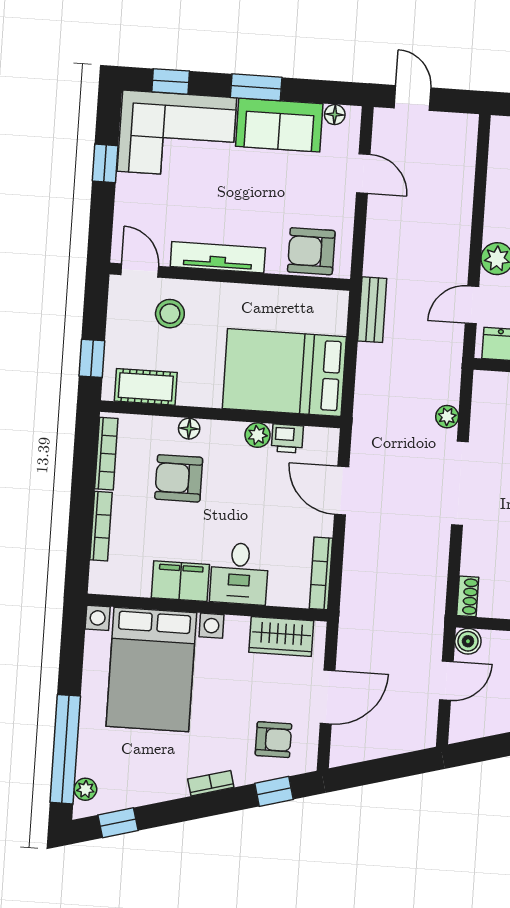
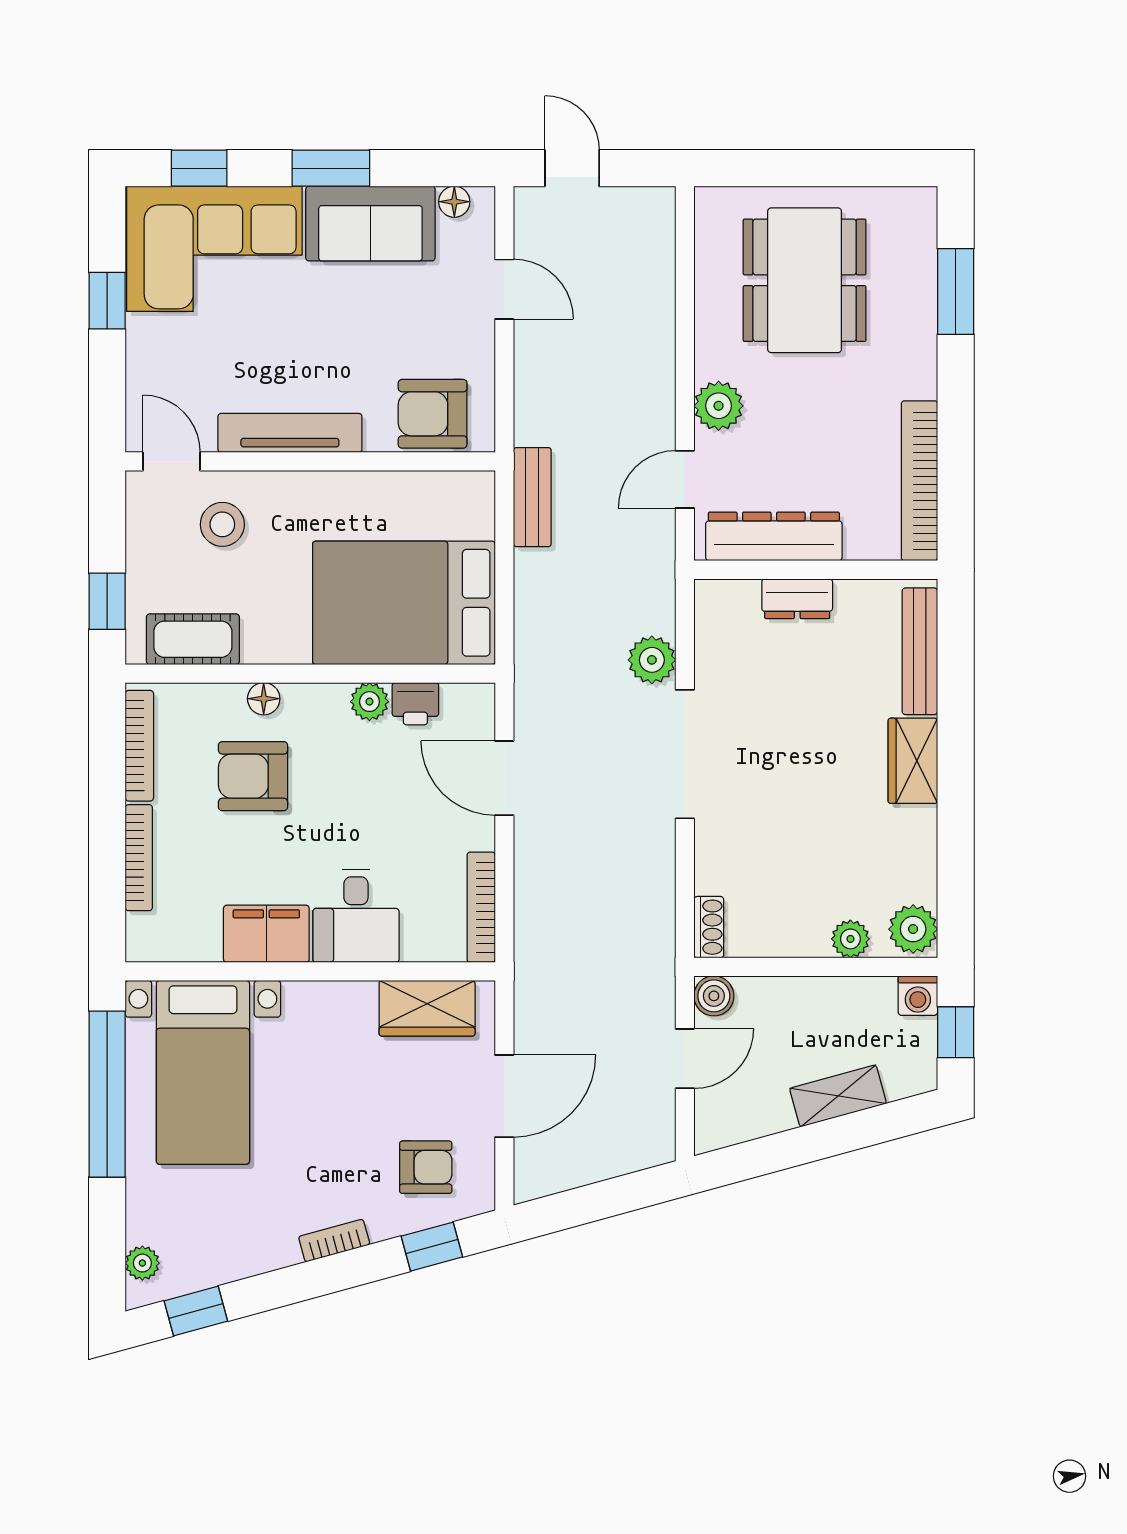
plant: (447, 417) -> (652, 660), width x1.38, depth x1.38
bed with nightstands: (151, 669) -> (203, 1072), width x0.73
window: (65, 749) -> (107, 1094), moved

